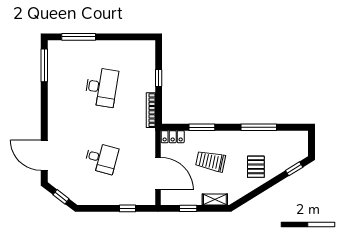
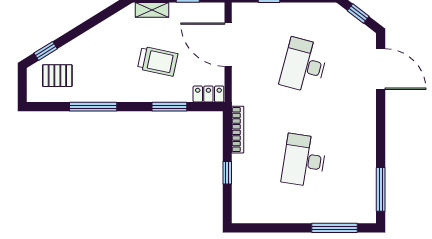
desk: (101, 158) -> (304, 65), width x1.37
pallet: (256, 167) -> (57, 76), moved, turned 90

